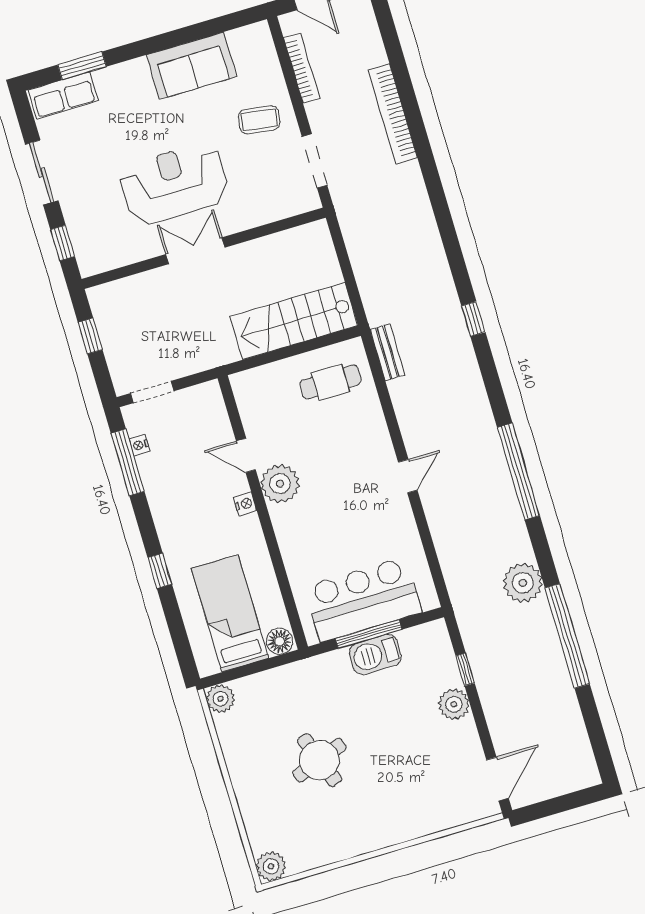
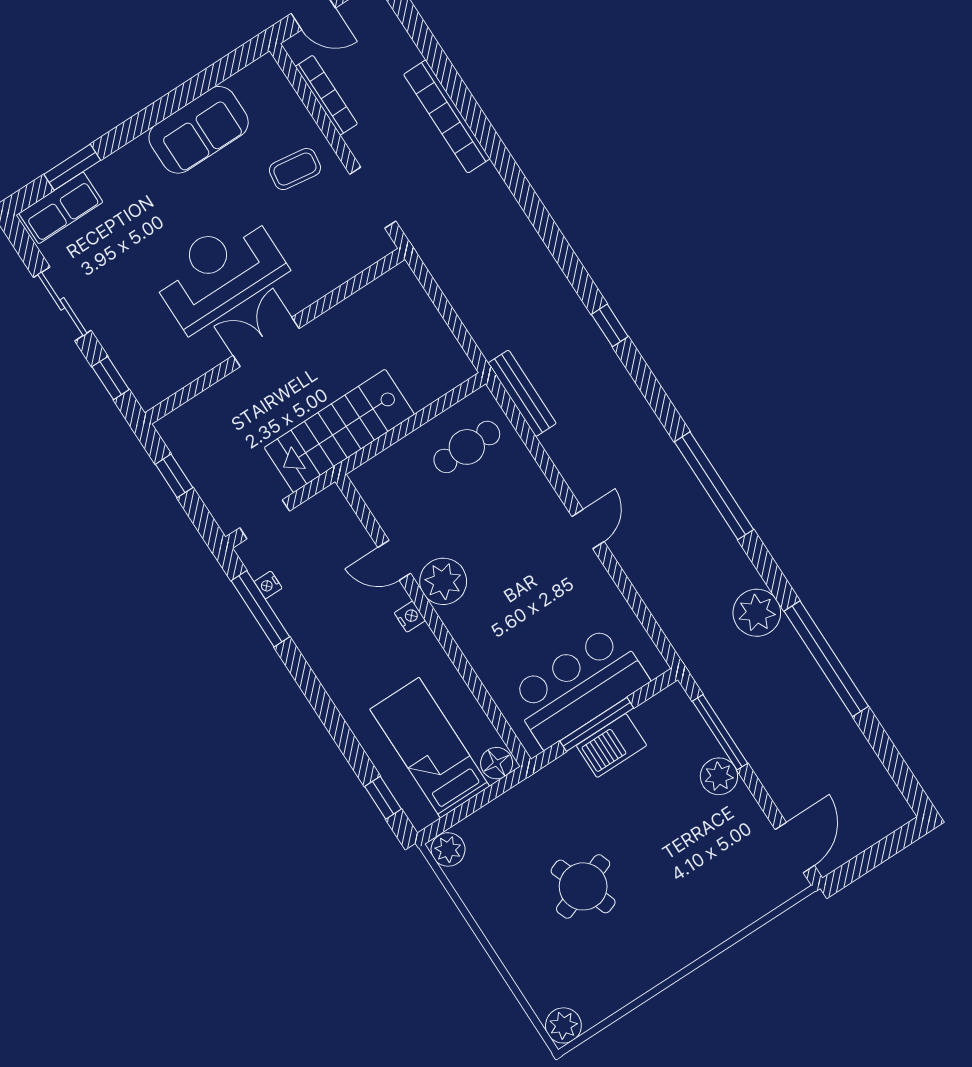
stairs: (294, 321) -> (339, 431), moved
bench: (387, 352) -> (522, 393), width x1.36
window: (160, 571) -> (383, 798), moved
window: (465, 669) -> (720, 732), width x2.17

